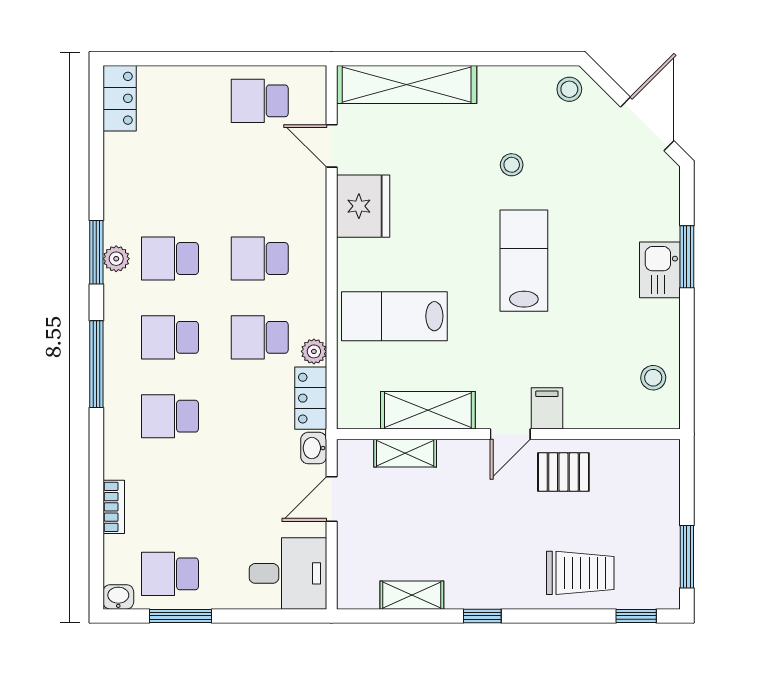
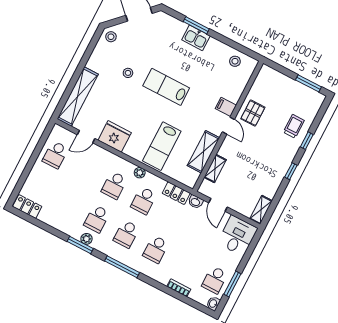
plant: (314, 351) -> (140, 173), moved
trolley: (580, 573) -> (294, 126), width x0.73, depth x0.72
shelving: (412, 595) -> (261, 210), moved
window: (636, 616) -> (307, 141), moved

